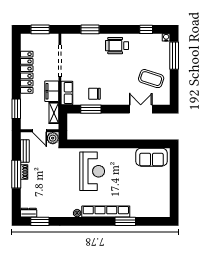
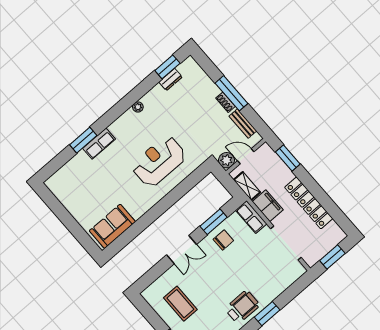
window: (90, 29) -> (267, 314), moved
coffee table: (151, 79) -> (180, 304), turned 72
double door: (141, 109) -> (181, 250), moved
reception desk: (92, 171) -> (159, 161), turned 90
row of seats: (106, 211) -> (99, 144), width x0.50
dresser: (29, 213) -> (171, 79), moved

